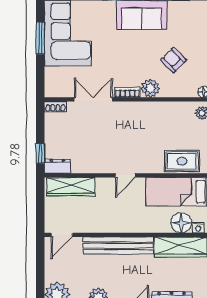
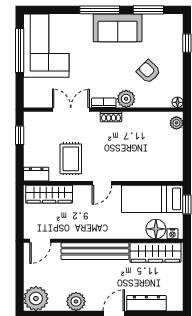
window: (40, 38) -> (20, 50), width x1.44
shoe rack: (55, 107) -> (111, 117), moved
window: (40, 153) -> (20, 135), moved
rug: (182, 161) -> (71, 159), moved, turned 90

